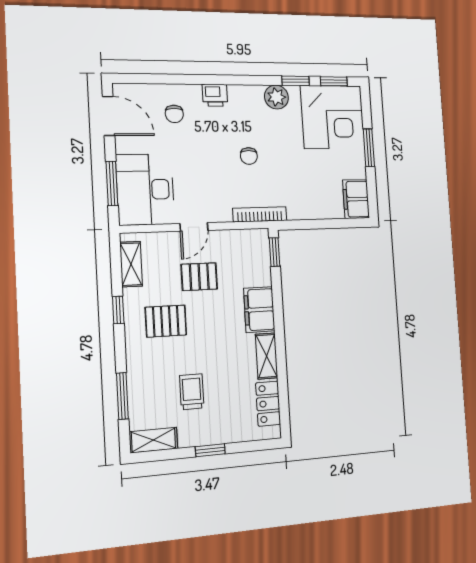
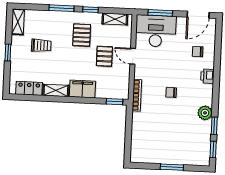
corner desk: (333, 117) -> (192, 146), removed
filing cabinet: (356, 199) -> (142, 155), removed
window: (122, 396) -> (61, 8), moved

